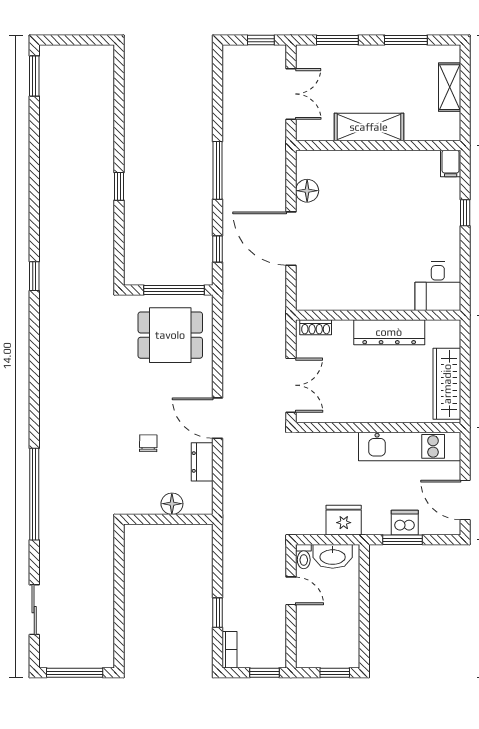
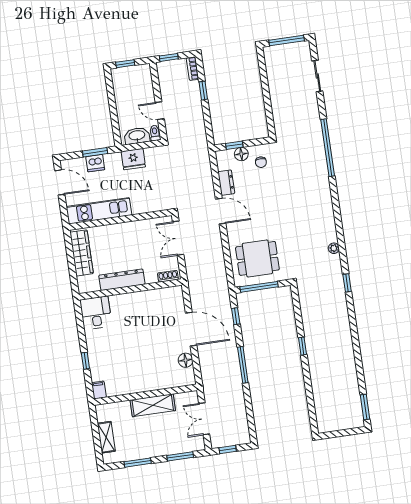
plant: (47, 334) -> (334, 248), added
chair: (148, 443) -> (261, 162), moved
window: (181, 519) -> (234, 145), added

